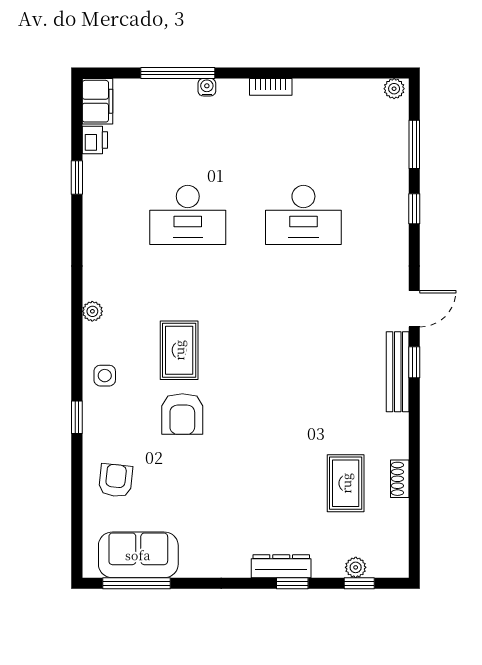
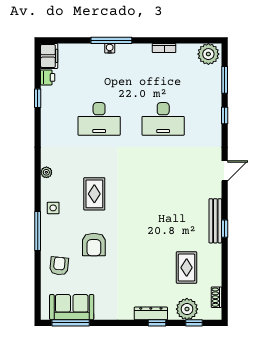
window: (178, 73) -> (111, 40), moved
bookcase: (271, 87) -> (164, 48), moved
plant: (394, 89) -> (208, 54), width x1.87, depth x1.87
window: (414, 362) -> (225, 229), moved
bench: (398, 372) -> (215, 221), moved
armchair: (182, 414) -> (94, 244), moved
window: (77, 417) -> (38, 231), width x2.17
shoe rack: (400, 479) -> (216, 297), moved
plant: (356, 567) -> (187, 309), width x1.88, depth x1.88

